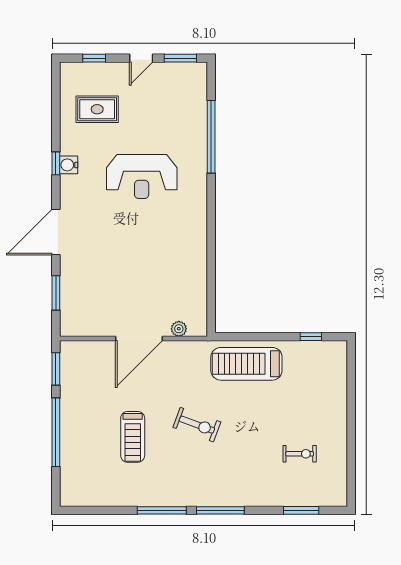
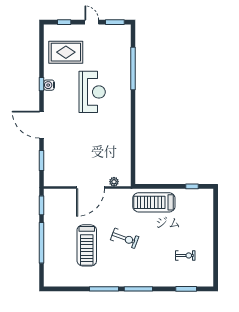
door: (141, 58) -> (92, 22), swing flipped
rug: (97, 109) -> (66, 52), width x1.36, depth x1.43
reception desk: (142, 177) -> (92, 92), turned -90
door: (56, 232) -> (41, 125), hinge flipped
treadmill: (133, 437) -> (87, 245), width x1.37, depth x1.38

